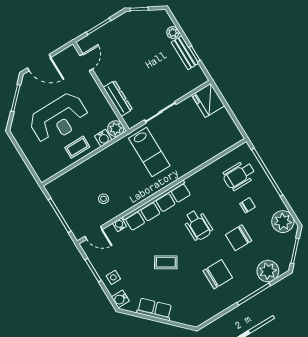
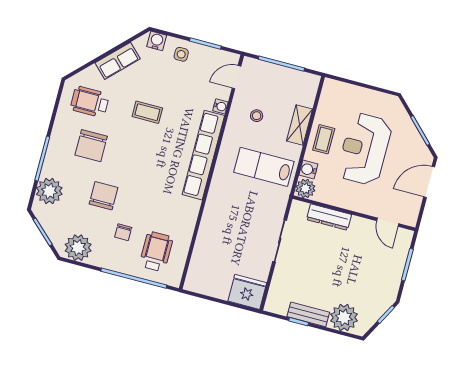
plant: (173, 33) -> (344, 318), width x1.88, depth x1.88
lab bench: (149, 152) -> (264, 167), moved
shelving: (83, 169) -> (300, 125), added
wheelchair: (198, 225) -> (90, 102), moved
coffee table: (166, 262) -> (147, 112), turned 58

